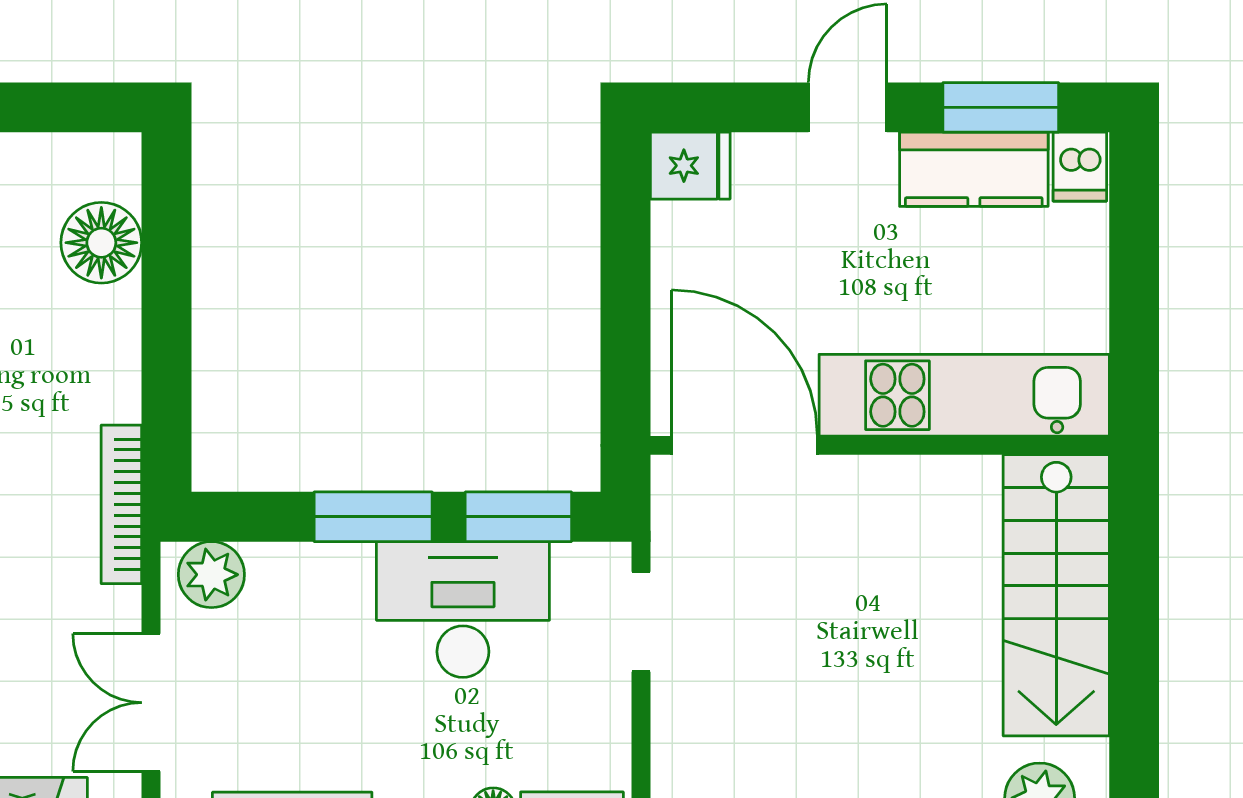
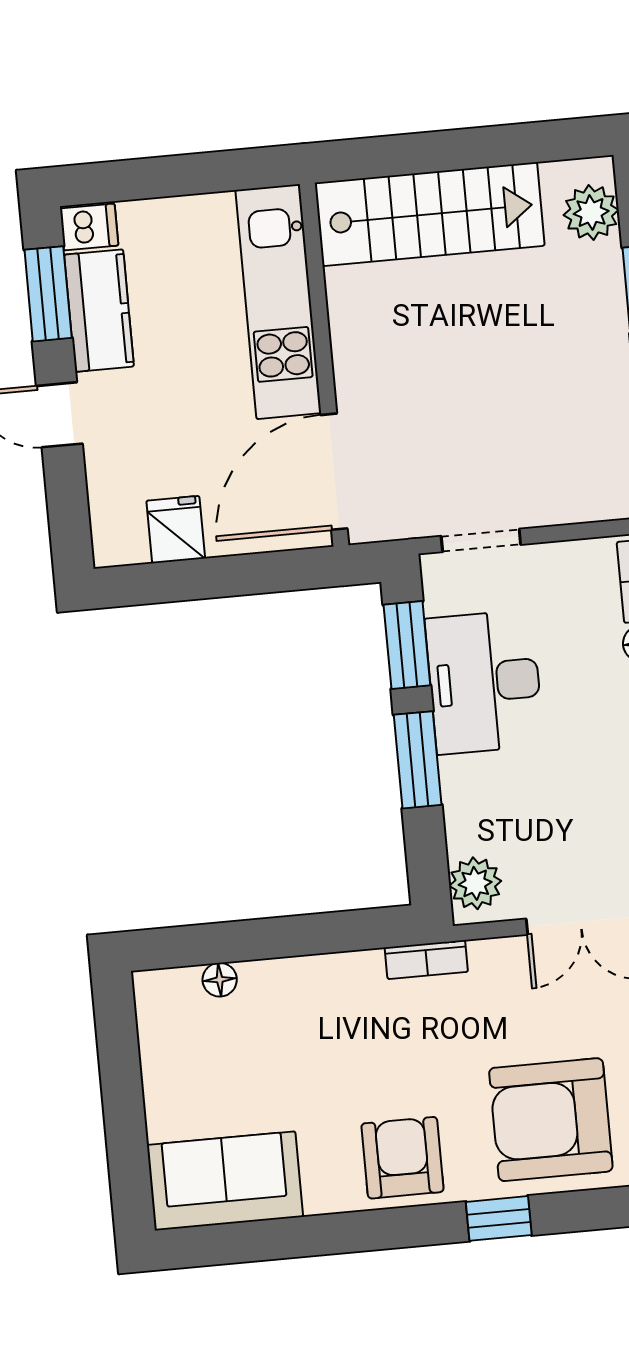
fridge: (690, 166) -> (176, 530), moved
floor lamp: (101, 243) -> (220, 980), width x0.53, depth x0.53
bookcase: (121, 504) -> (426, 960), width x0.64

